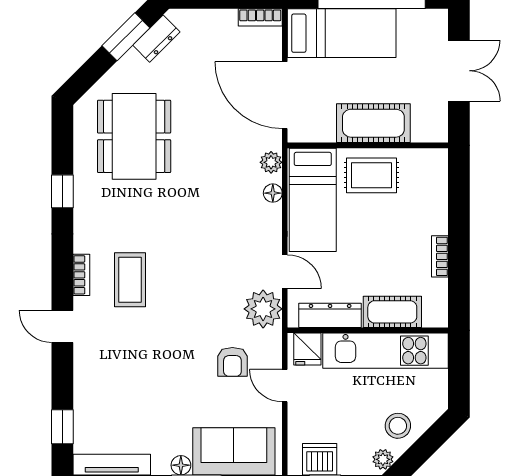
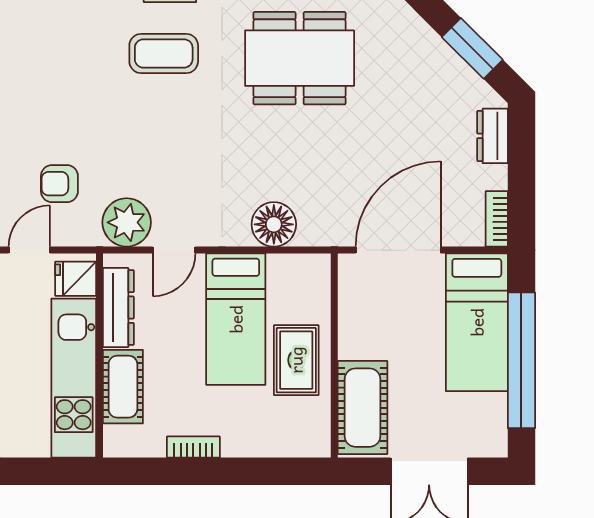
dresser: (156, 39) -> (492, 136), moved, turned 45
cot: (373, 123) -> (362, 408), moved
dining table: (134, 136) -> (300, 58), moved
plant: (271, 162) -> (313, 233), removed
floor lamp: (273, 193) -> (274, 224), width x1.89, depth x1.89
bed: (313, 200) -> (236, 319), moved, turned -90

